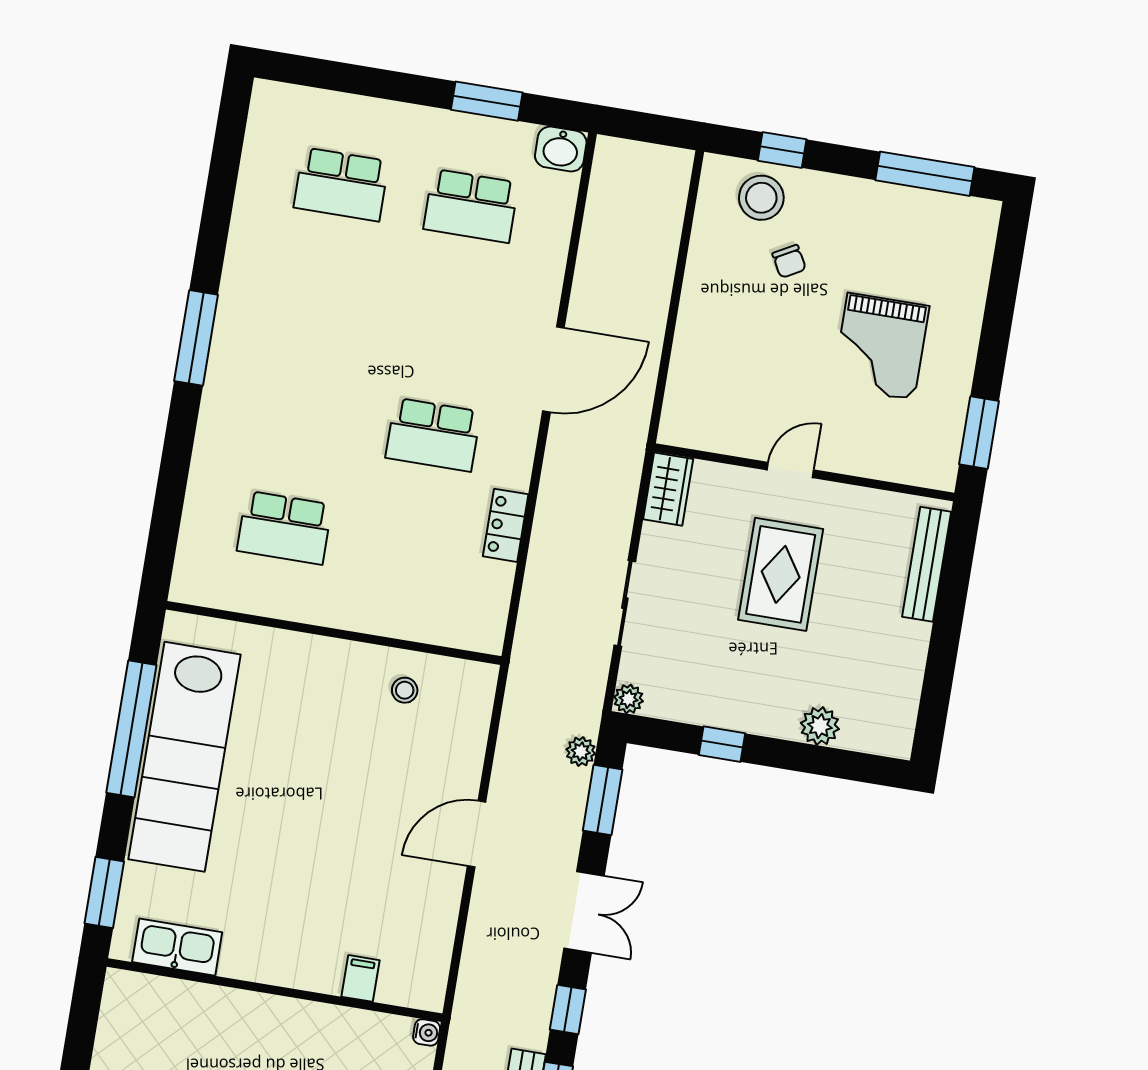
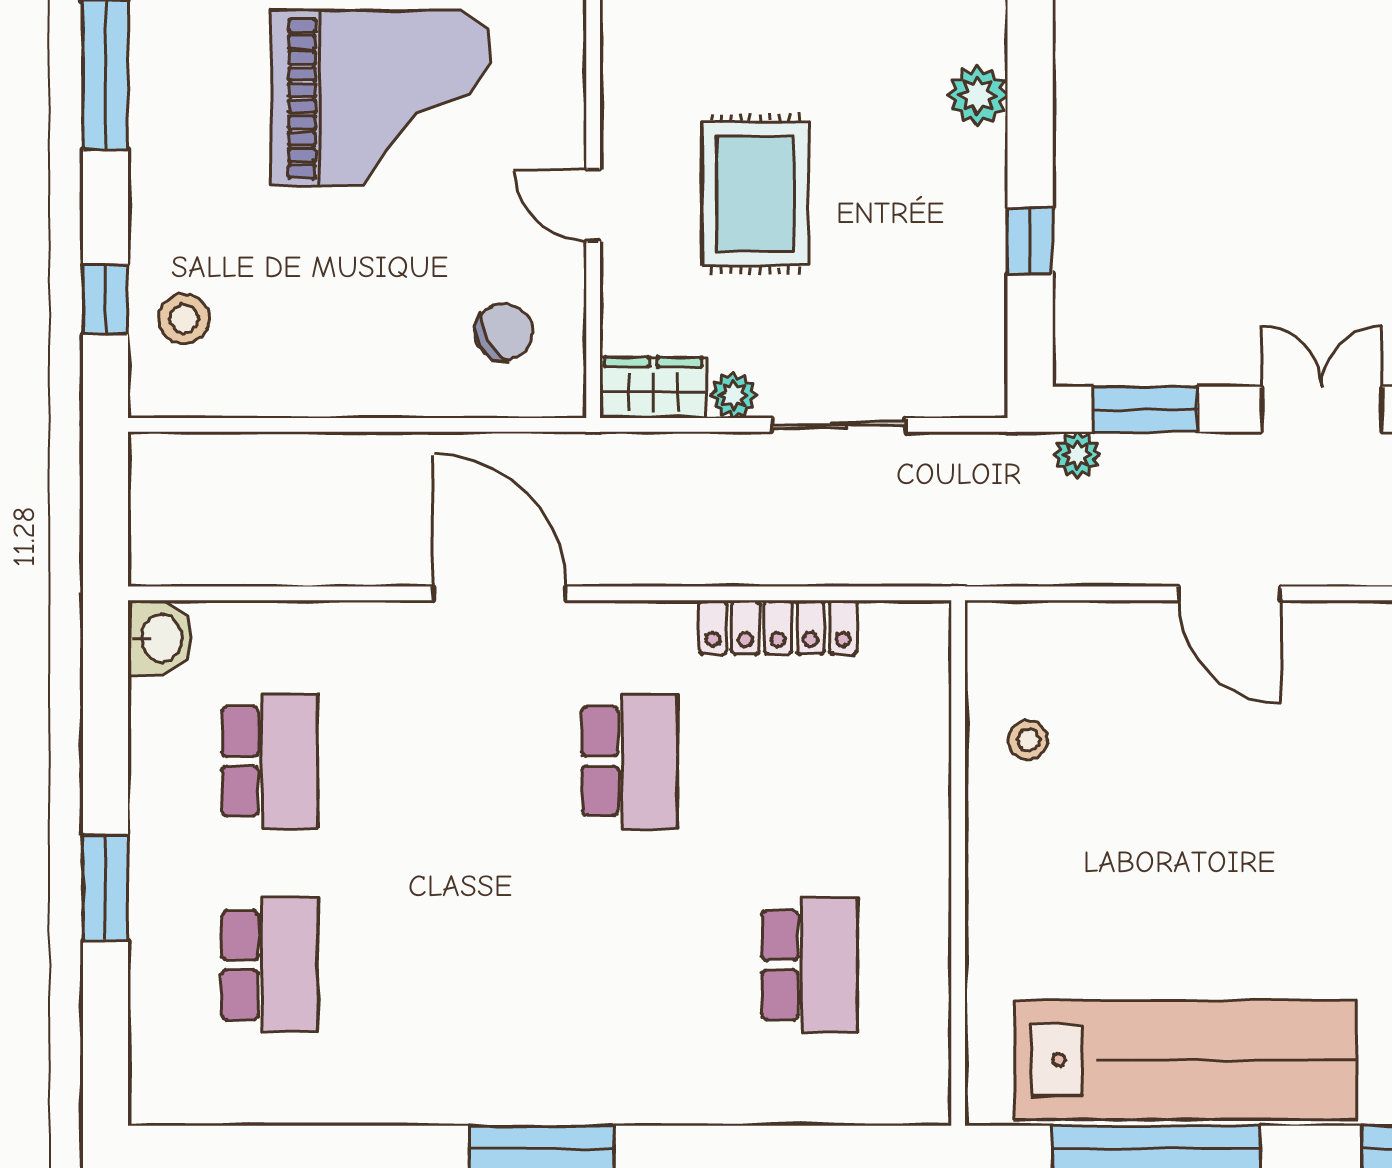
window: (487, 101) -> (105, 888), moved
stool: (761, 198) -> (184, 319), width x0.73, depth x0.73
chair: (789, 261) -> (504, 332), moved, width x1.37, depth x1.37
grand piano: (881, 347) -> (381, 98), width x1.37, depth x1.48
locker: (506, 525) -> (778, 627), width x1.53
rug: (781, 574) -> (755, 194), turned 90
plant: (628, 699) -> (734, 395), moved

